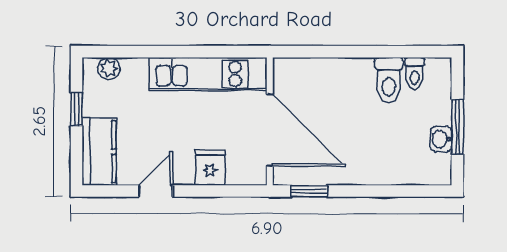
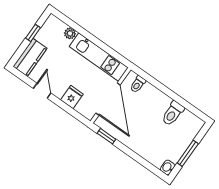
plant: (109, 68) -> (70, 33), moved
toilet: (415, 73) -> (138, 84), moved
washbasin: (441, 139) -> (168, 167), moved
door: (156, 191) -> (42, 91), hinge flipped

